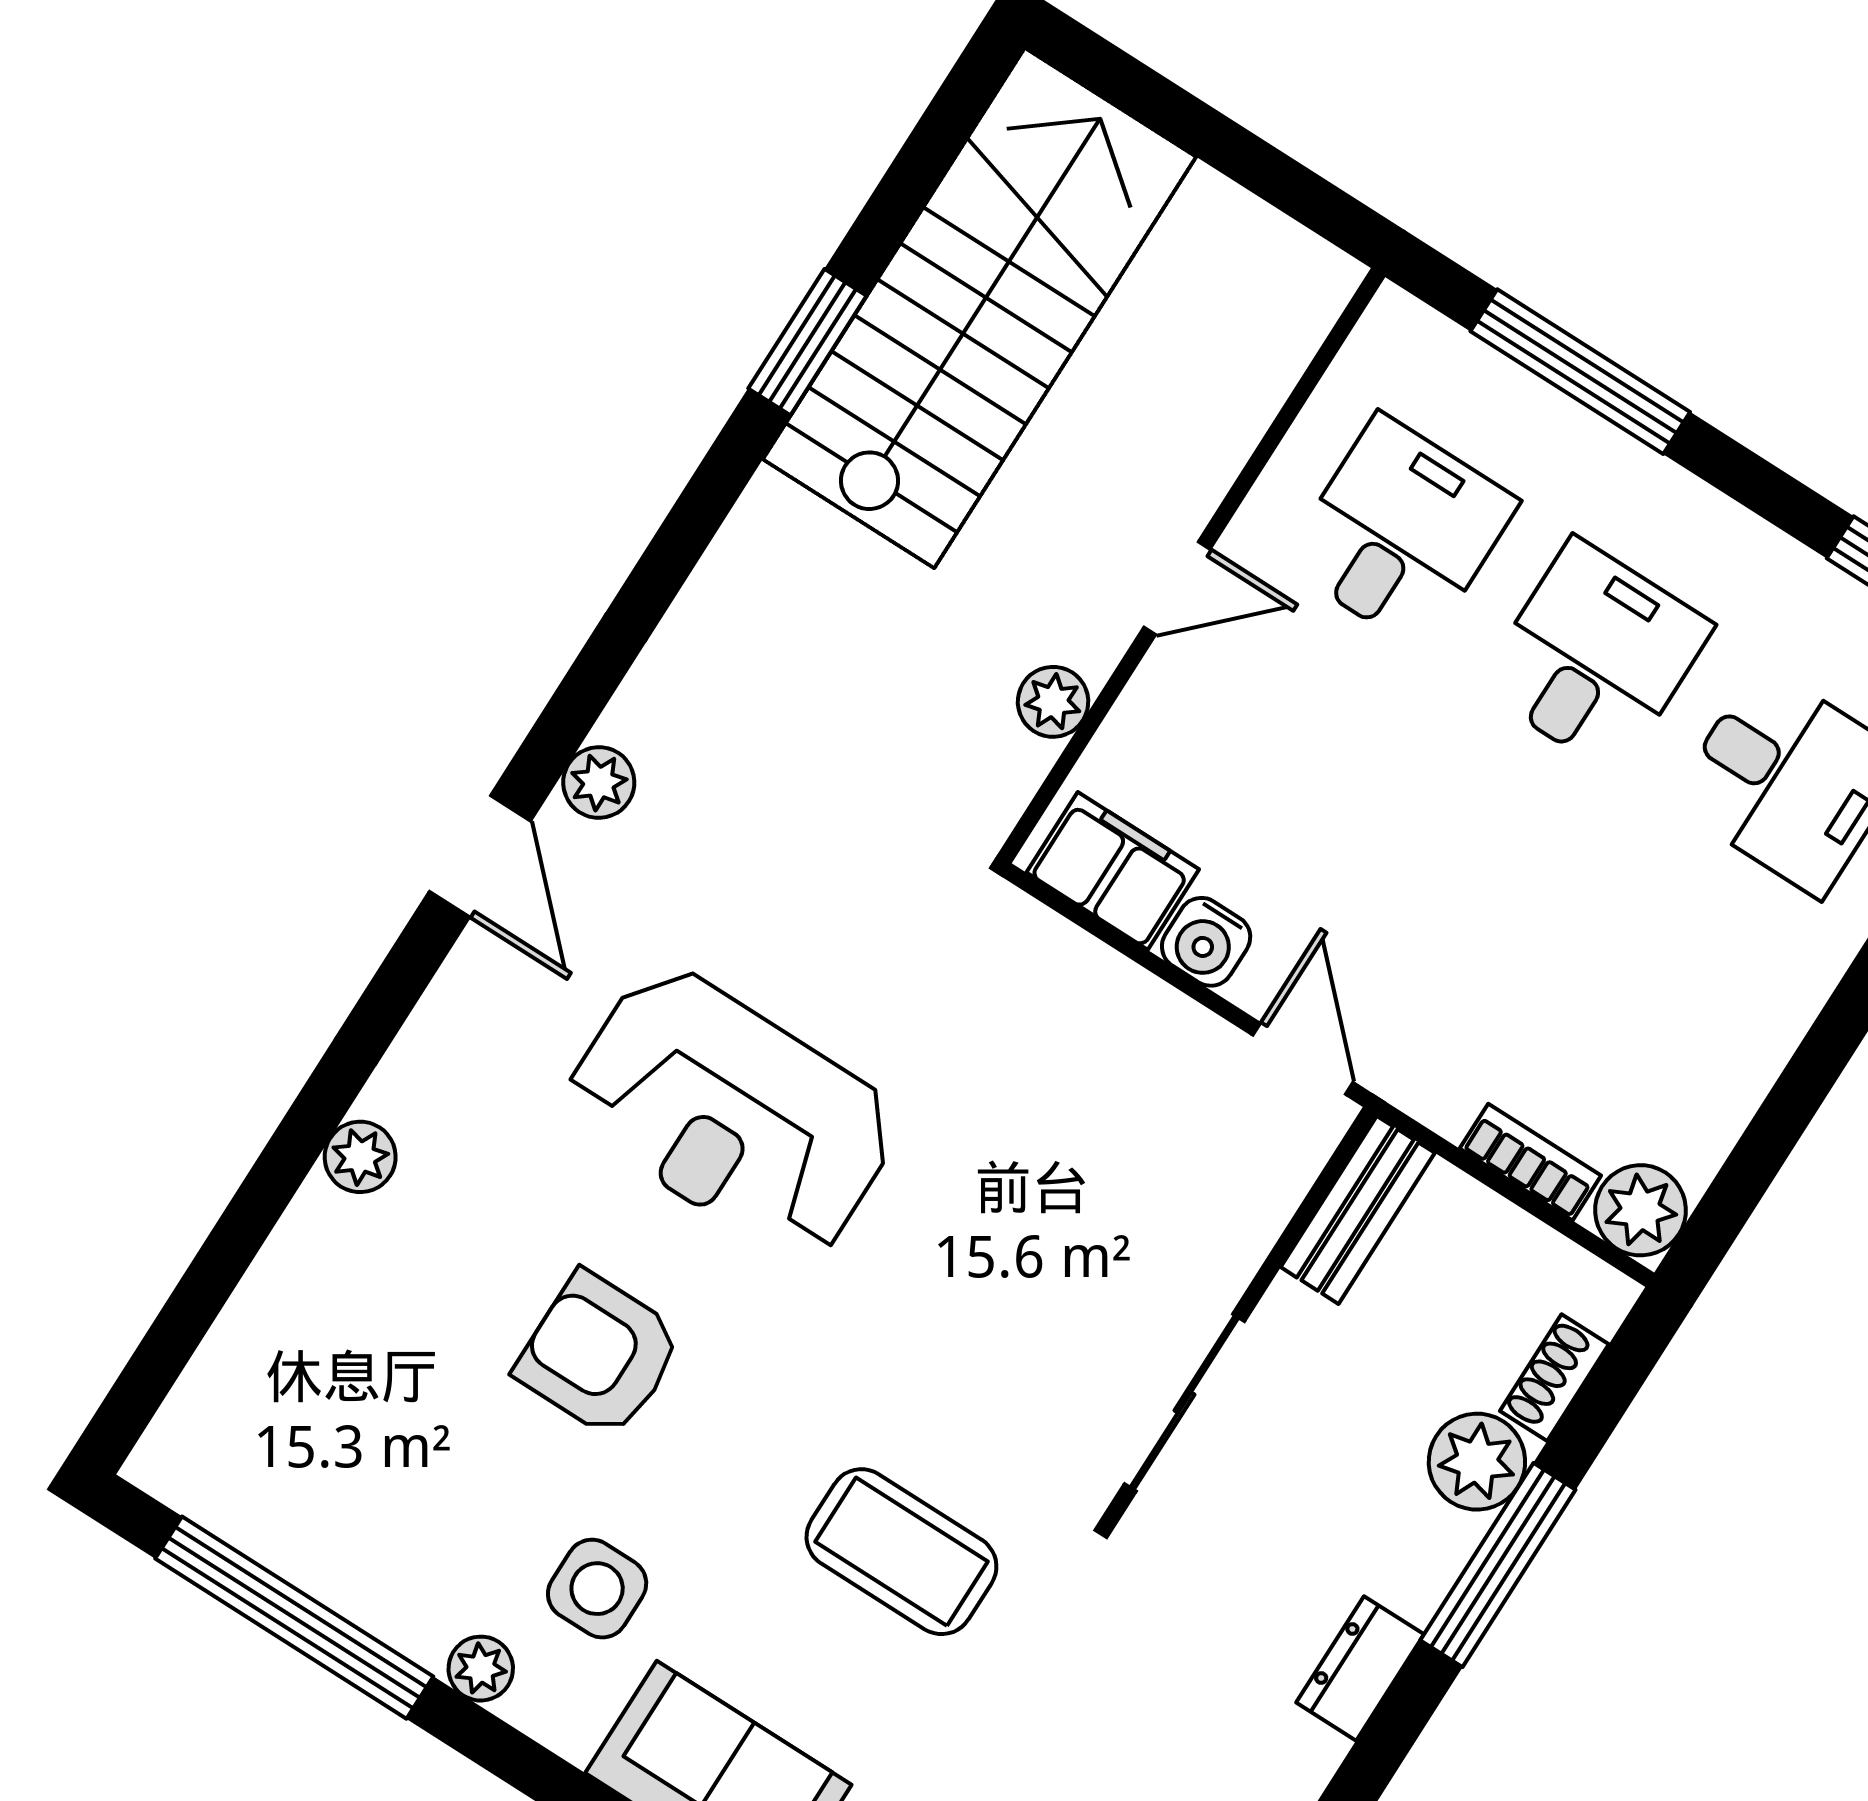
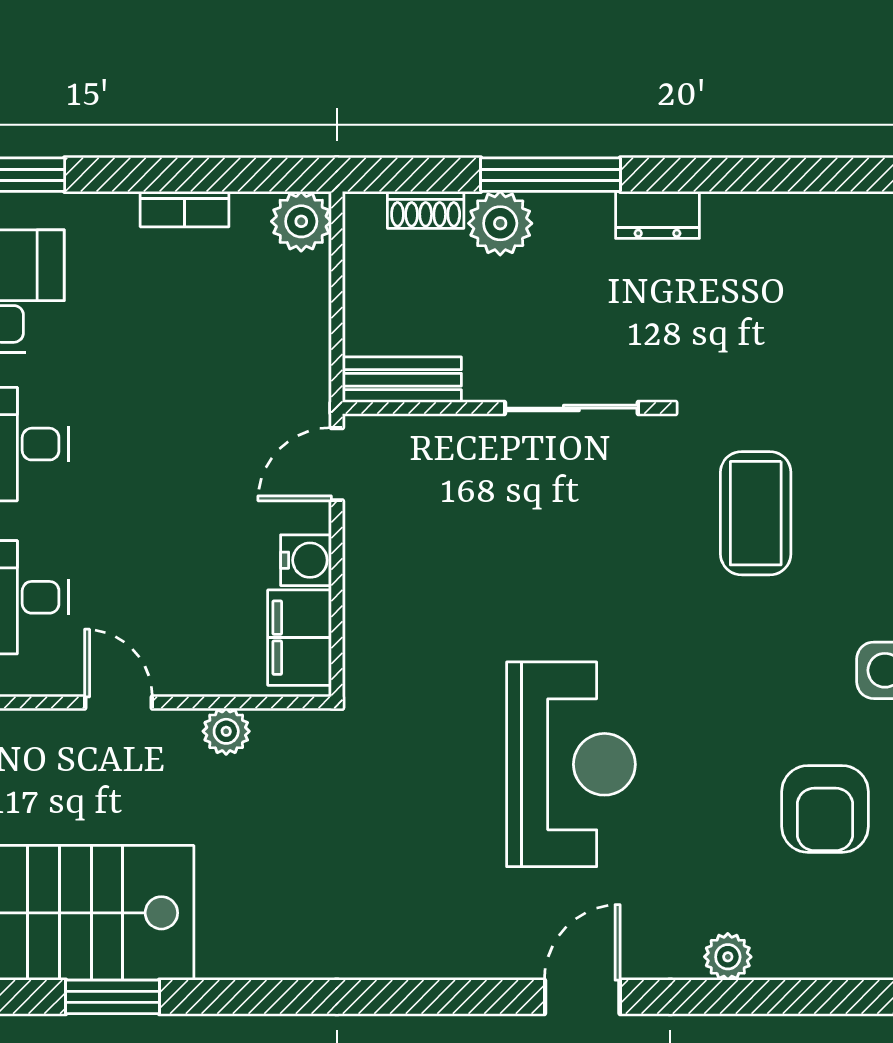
plant: (599, 782) -> (433, 957), removed
door: (480, 856) -> (582, 997), moved
bookcase: (1530, 1162) -> (185, 209), moved, turned -90
armchair: (599, 1355) -> (825, 809), moved

